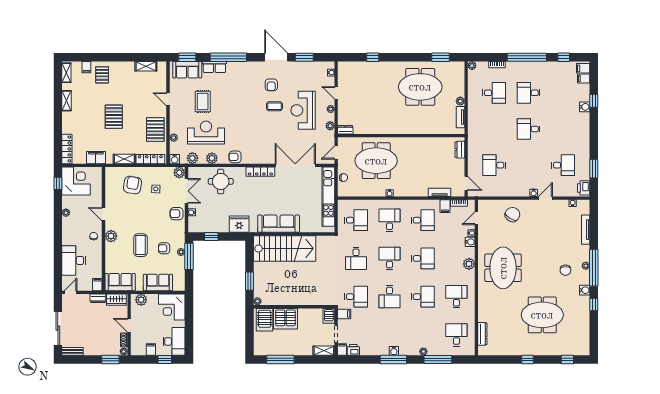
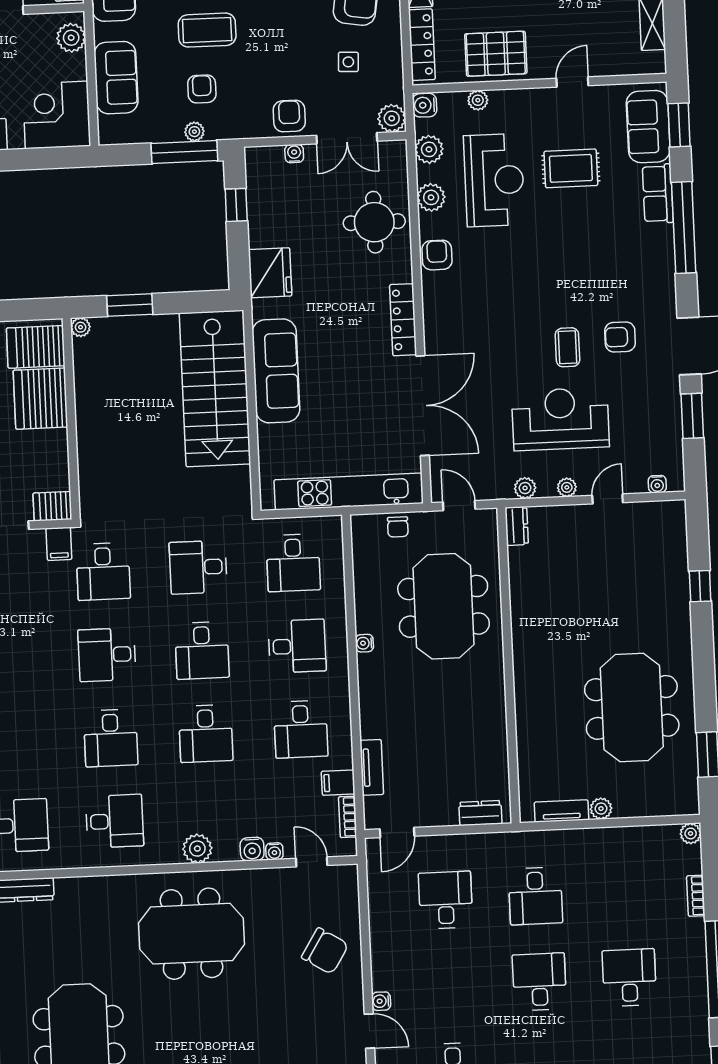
desk: (494, 93) -> (535, 896), moved
desk: (389, 258) -> (202, 650), turned 90

